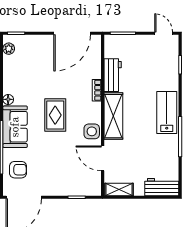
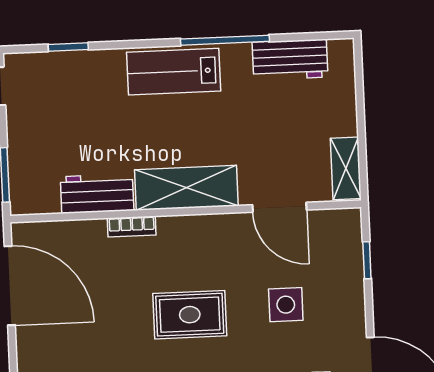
side table: (92, 131) -> (286, 305), moved
door: (103, 158) -> (279, 207), hinge flipped
workbench: (162, 187) -> (290, 60), moved, turned -90

